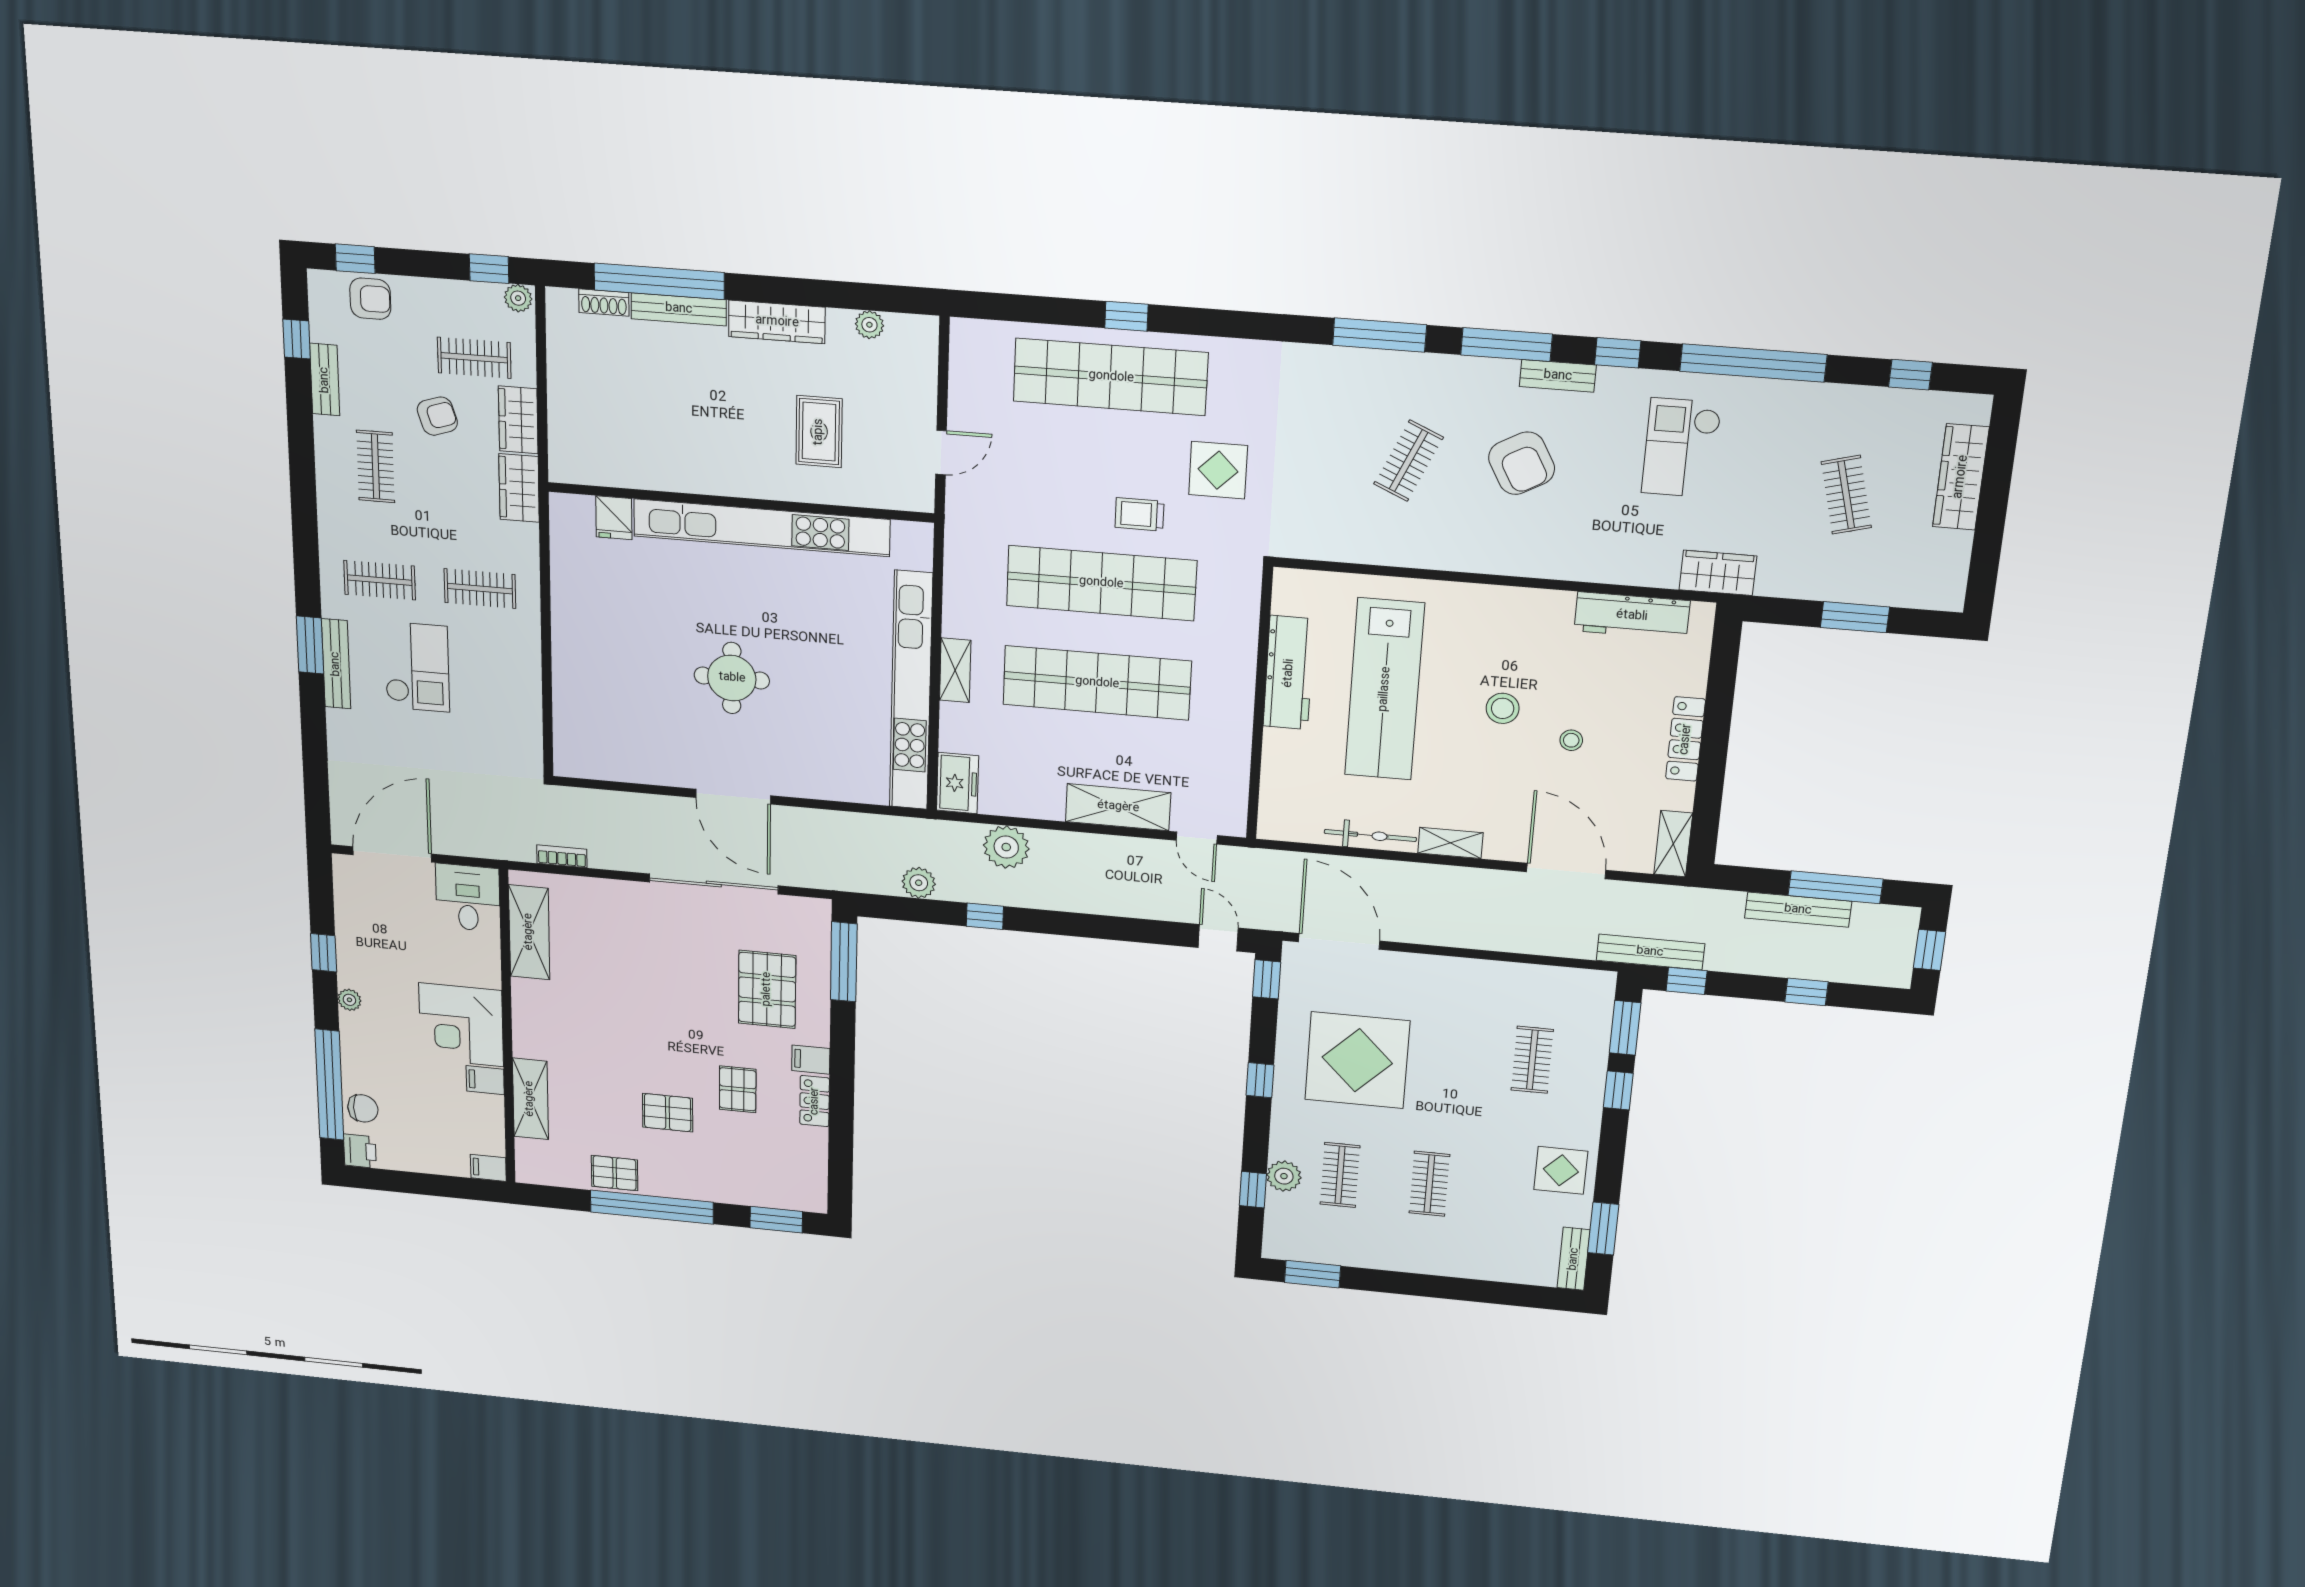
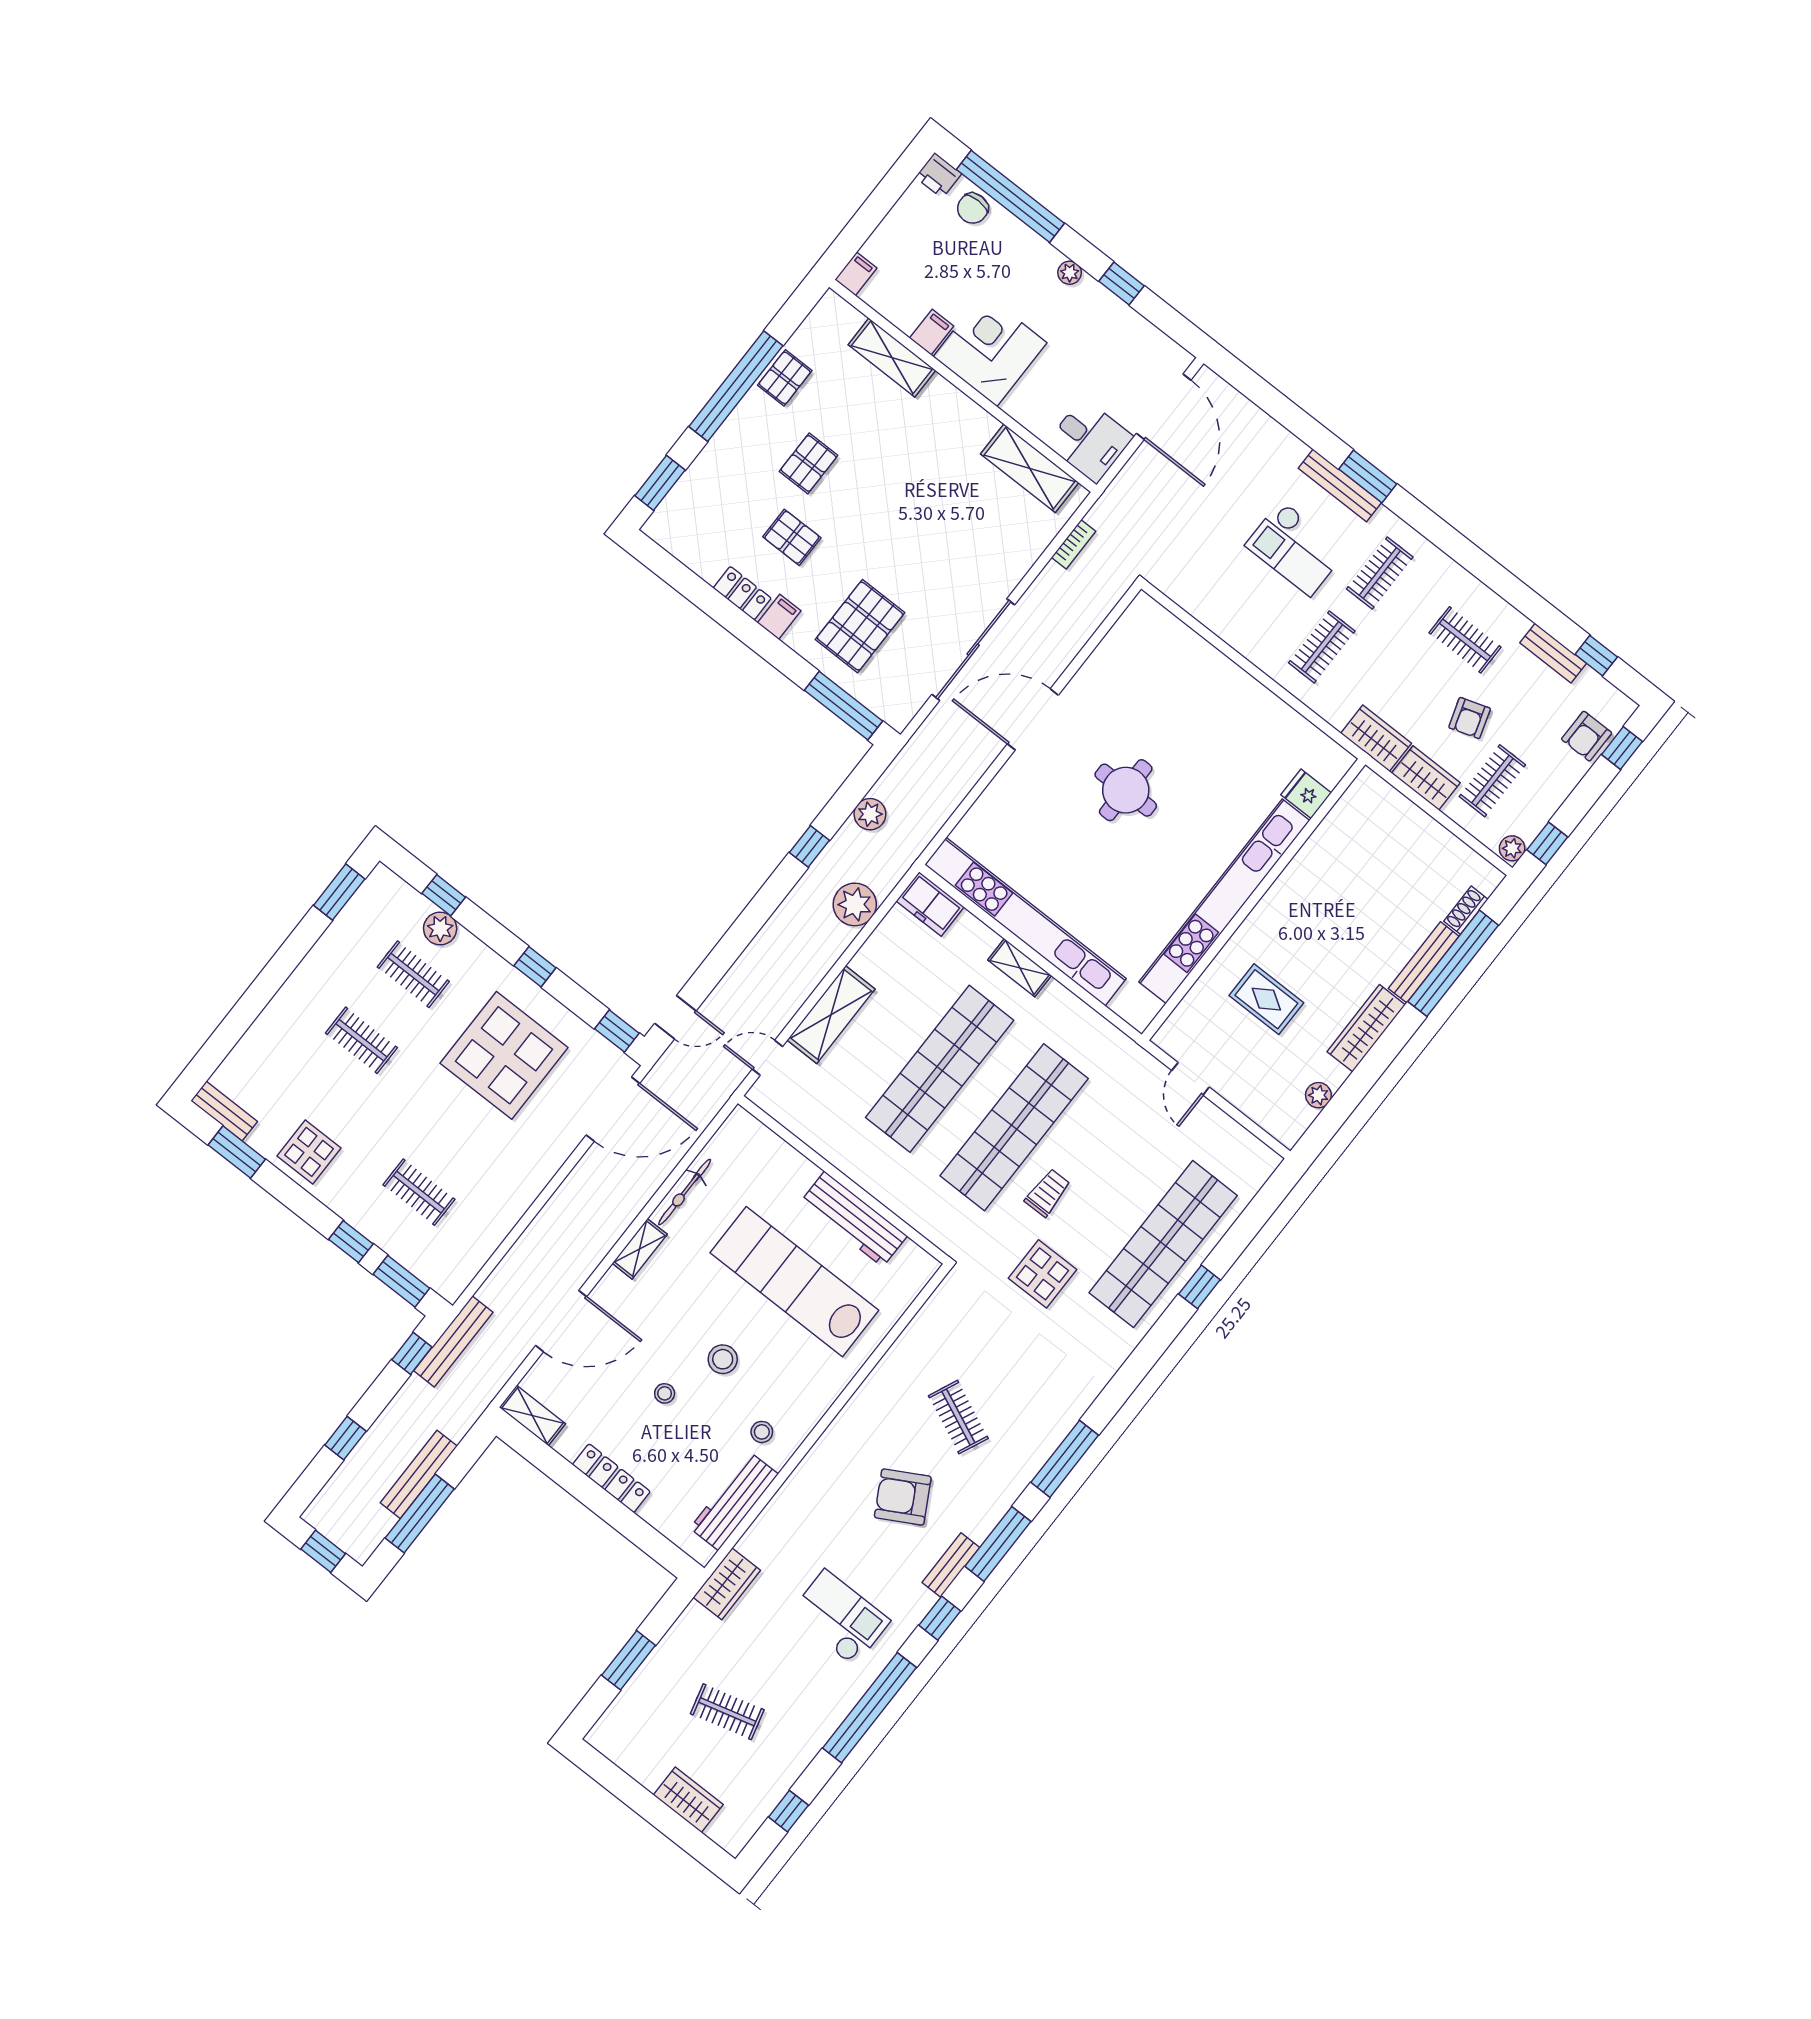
wardrobe: (1961, 477) -> (688, 1800), width x0.67
stool: (1548, 631) -> (762, 1432), added
pallet: (767, 989) -> (860, 626), turned 90

